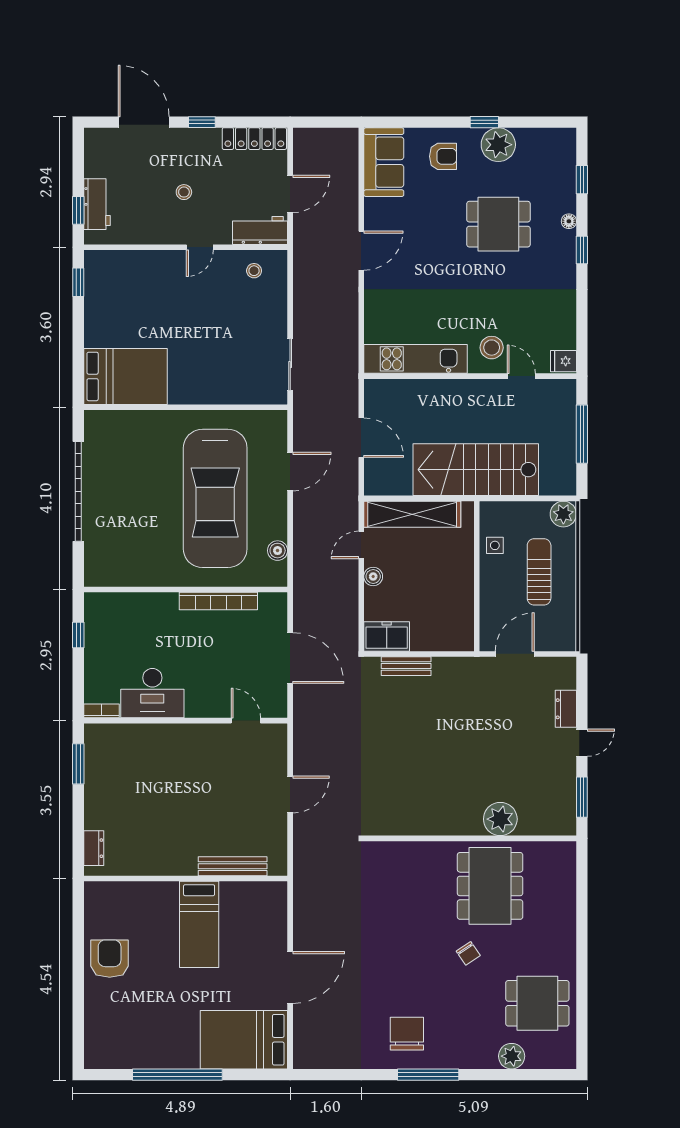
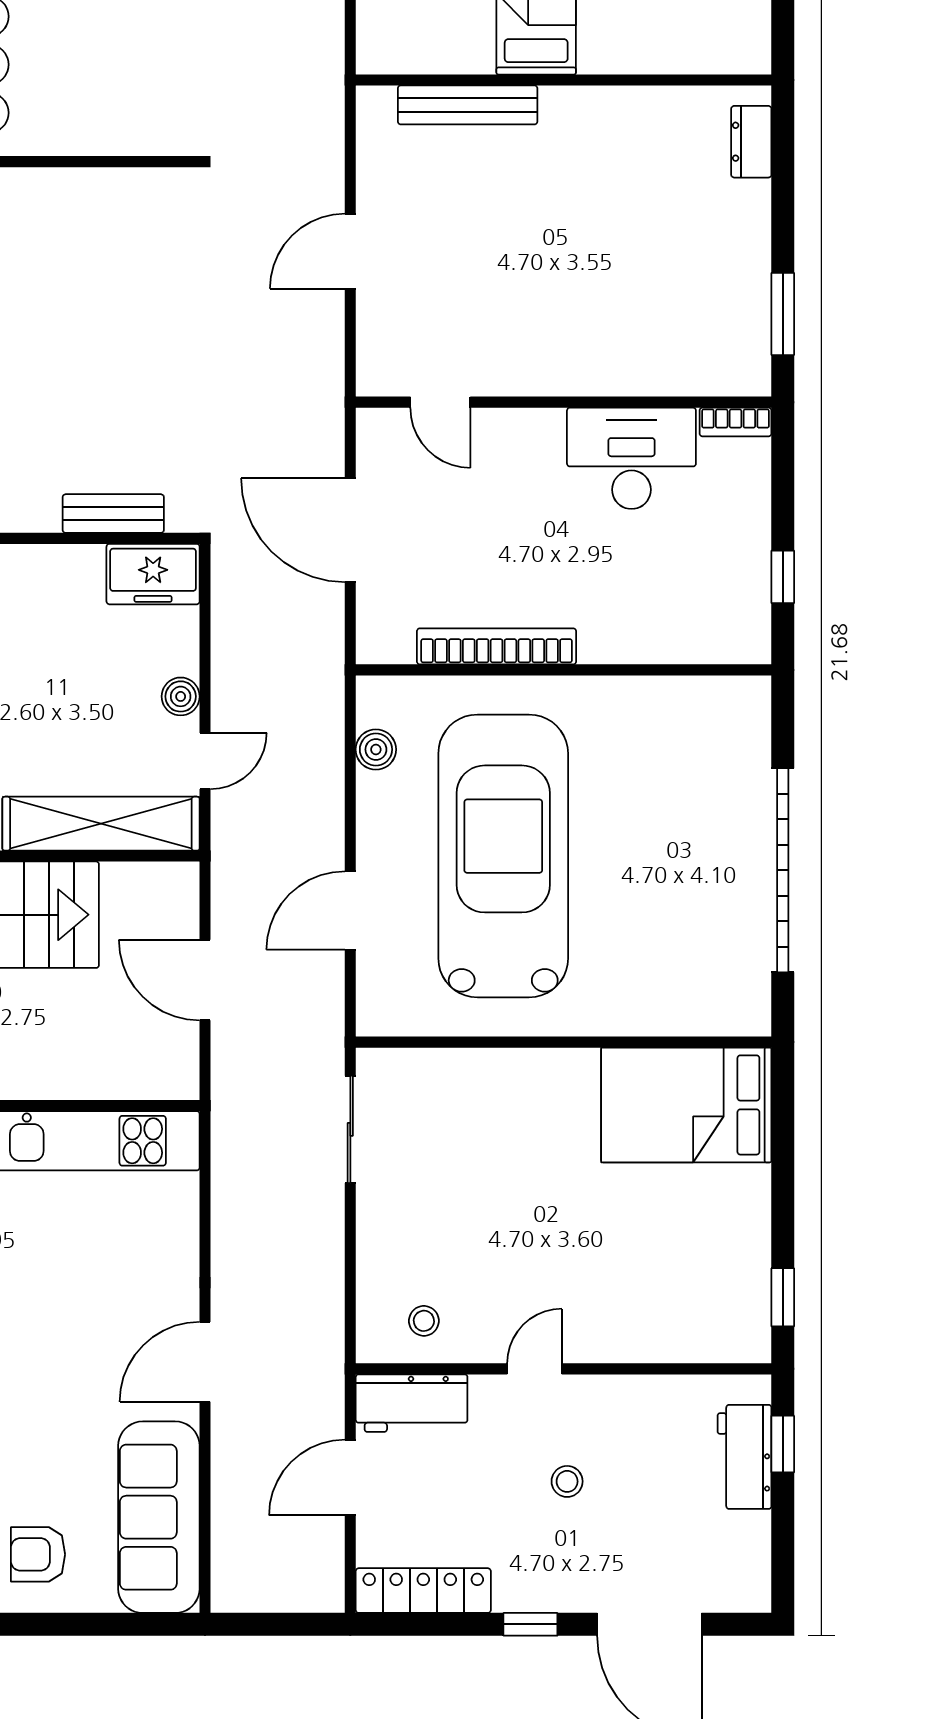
sofa: (384, 162) -> (159, 1517), width x1.36

